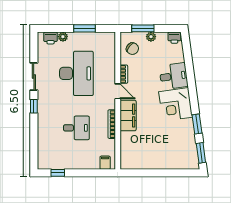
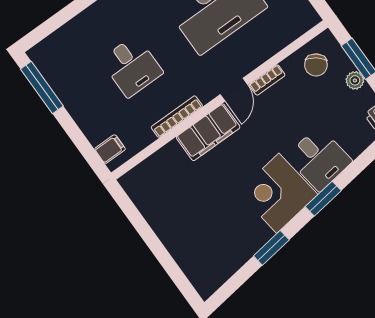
window: (201, 153) -> (323, 199), moved
window: (58, 173) -> (42, 88), width x2.17

